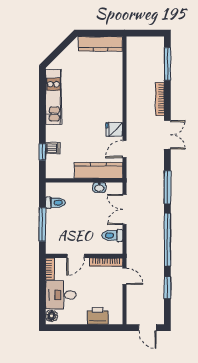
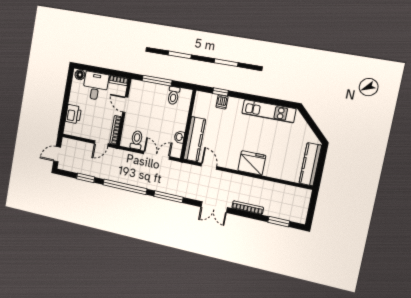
window: (167, 64) -> (279, 222), width x0.69
fridge: (114, 129) -> (252, 163), moved, width x1.88, depth x1.34

